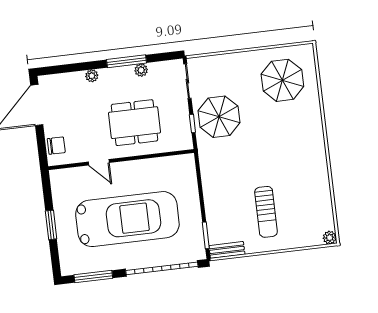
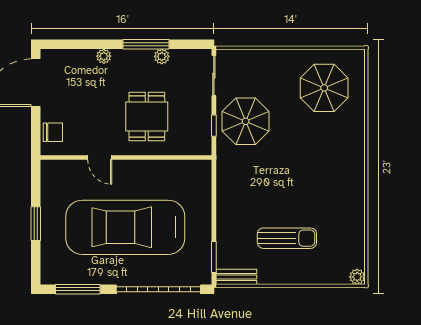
dining table: (134, 123) -> (147, 117), width x0.73
sun lounger: (266, 212) -> (287, 238), turned -90
car: (127, 219) -> (125, 227), turned 180

